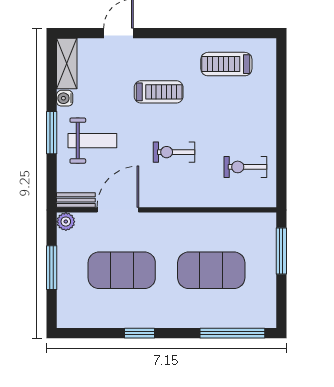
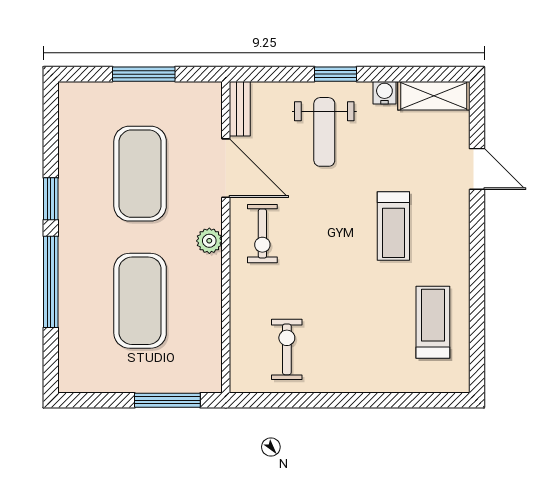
window: (52, 133) -> (335, 74), width x0.69
exercise bike: (174, 152) -> (262, 234), moved, turned 180
plant: (66, 222) -> (209, 241), moved
window: (232, 333) -> (51, 282), moved

